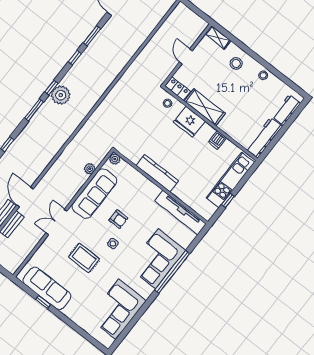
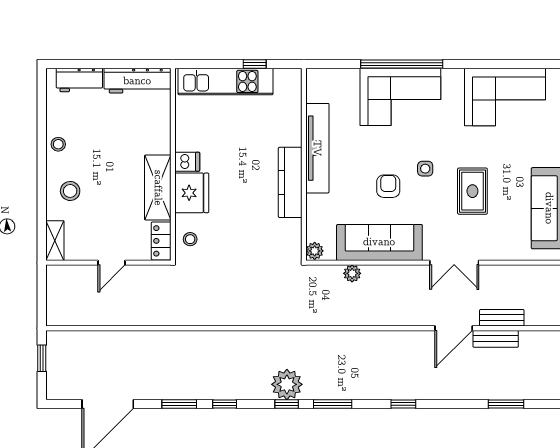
dishwasher: (217, 140) -> (187, 162), moved
tv unit: (180, 212) -> (317, 148), moved

